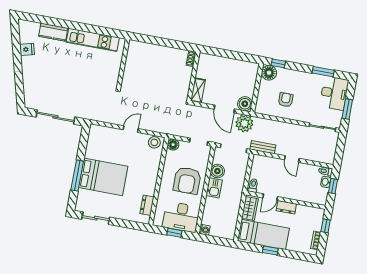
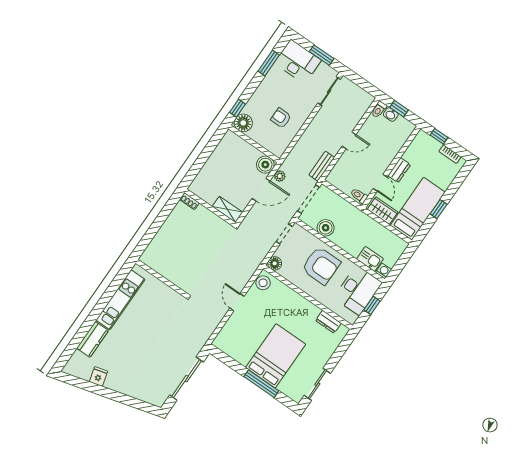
plant: (244, 123) -> (280, 176), width x0.53, depth x0.53
kitchen sink: (214, 188) -> (370, 259), moved

